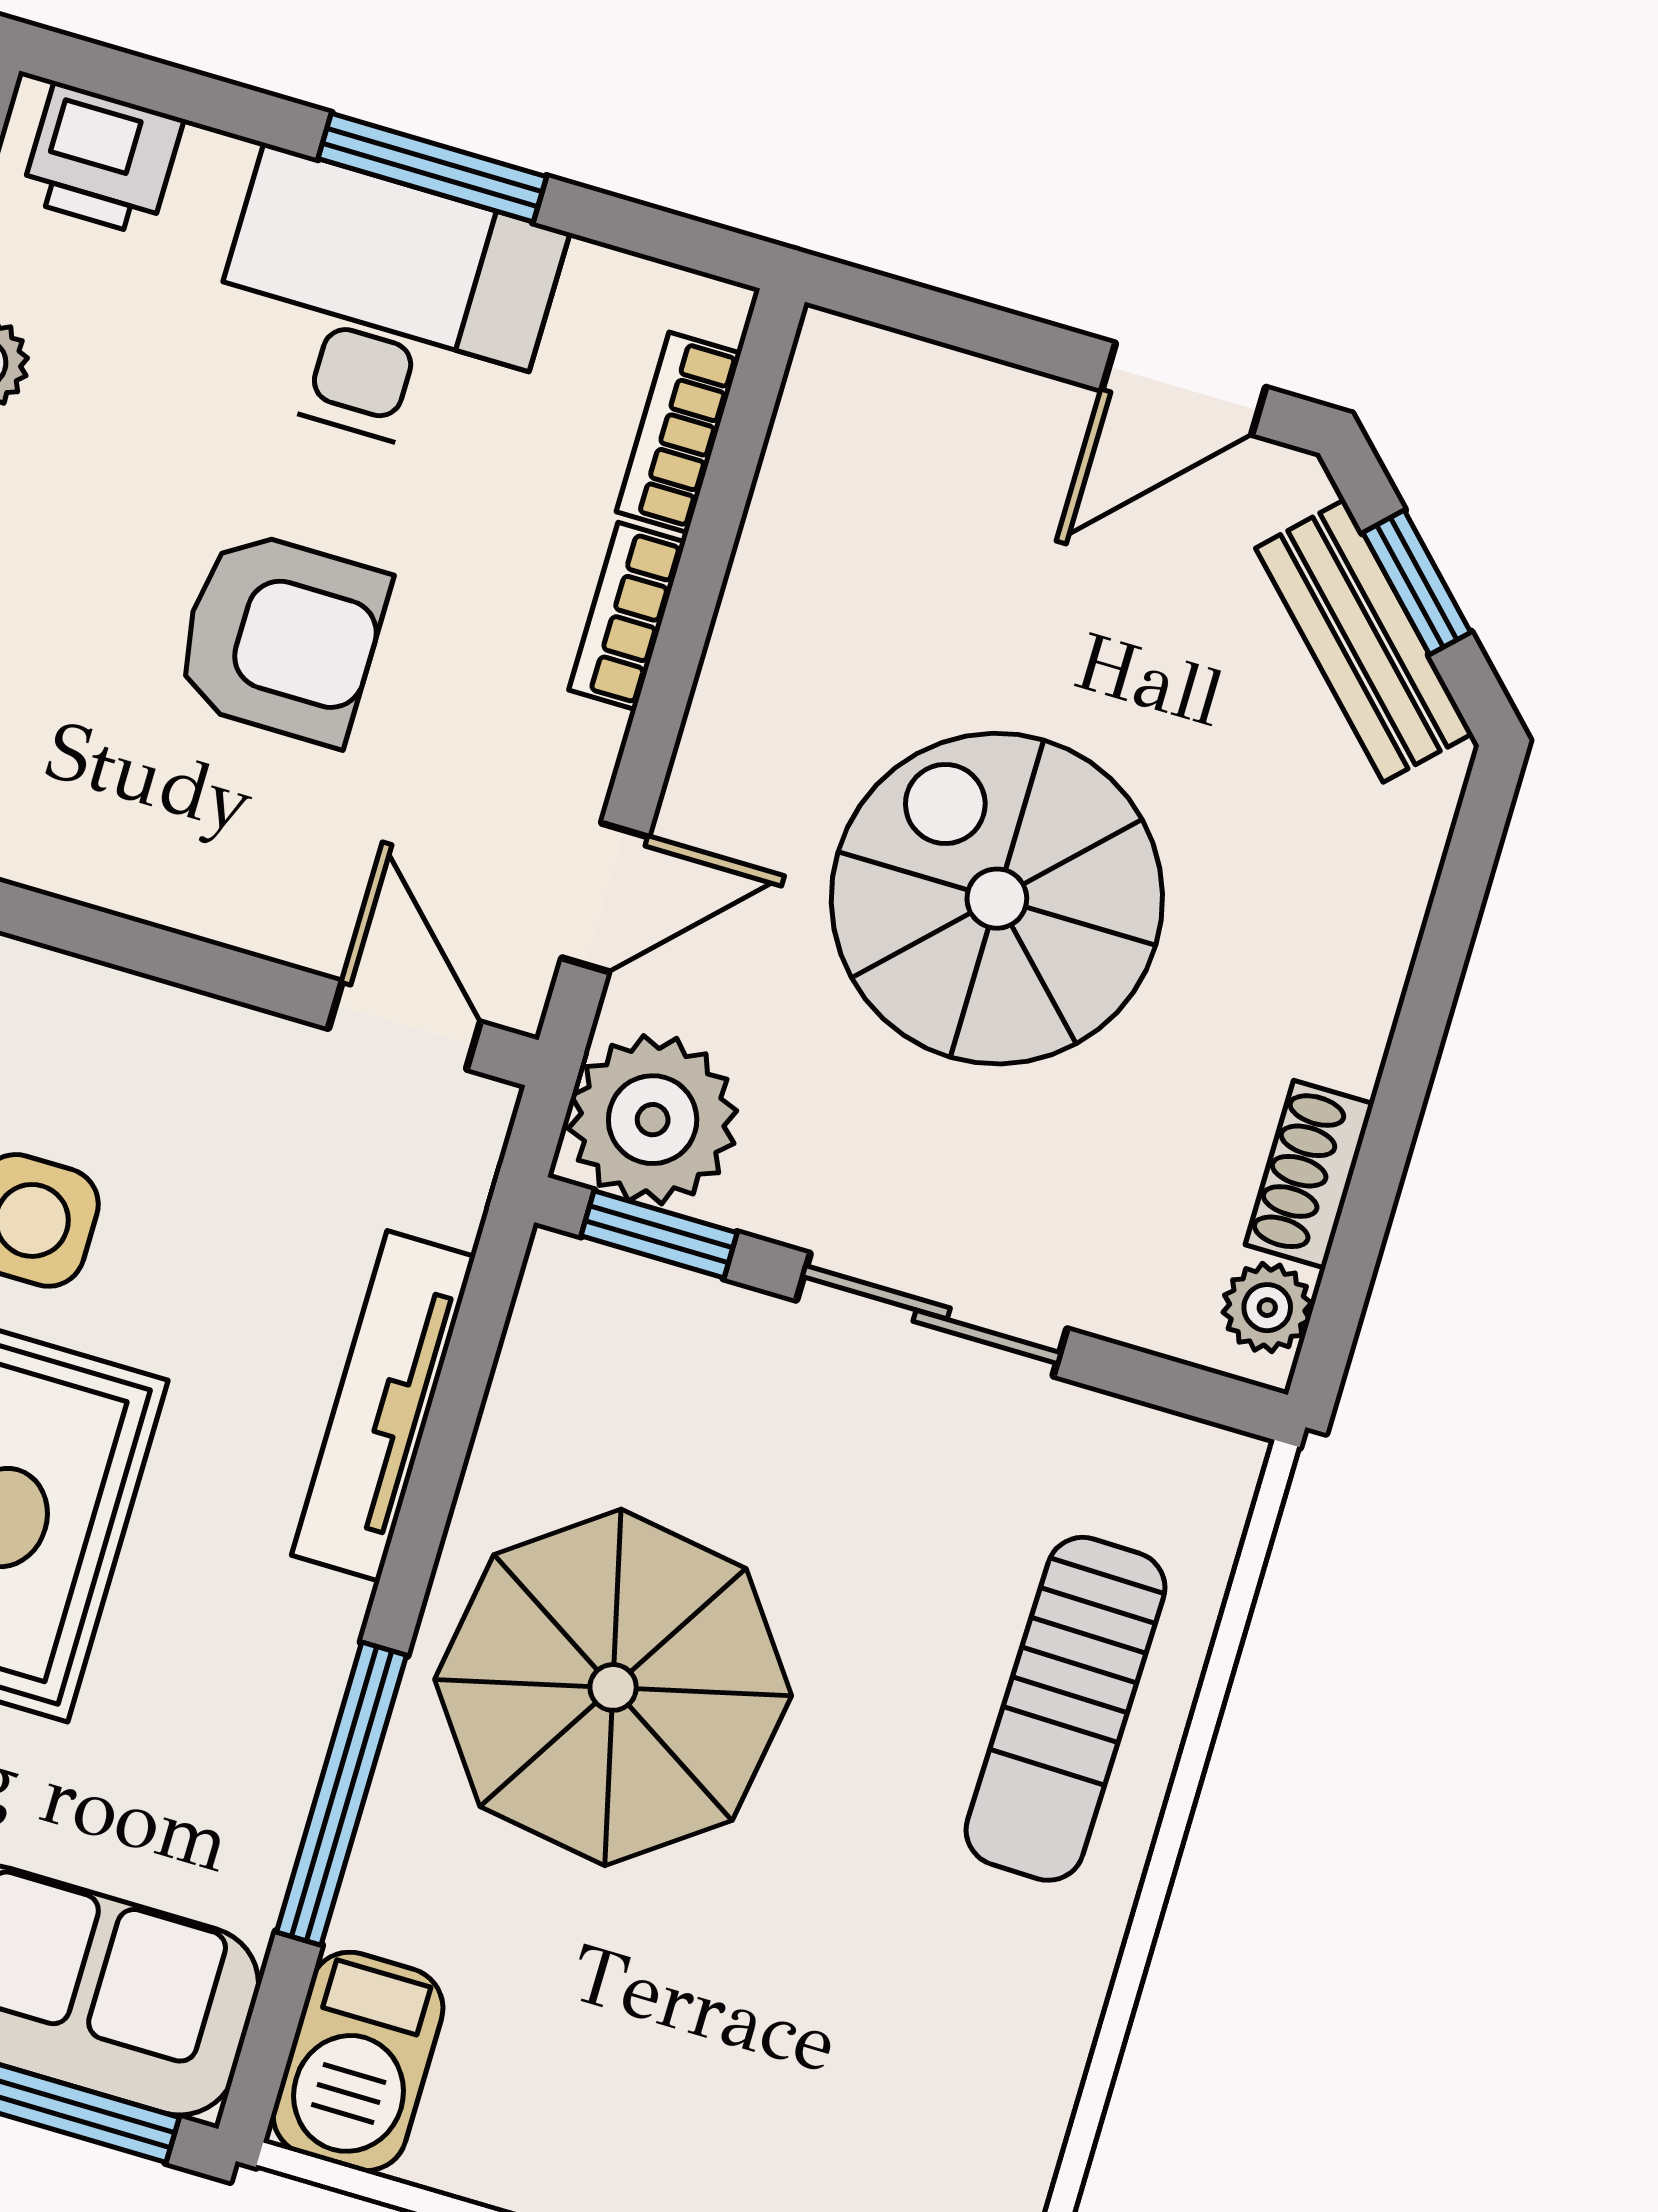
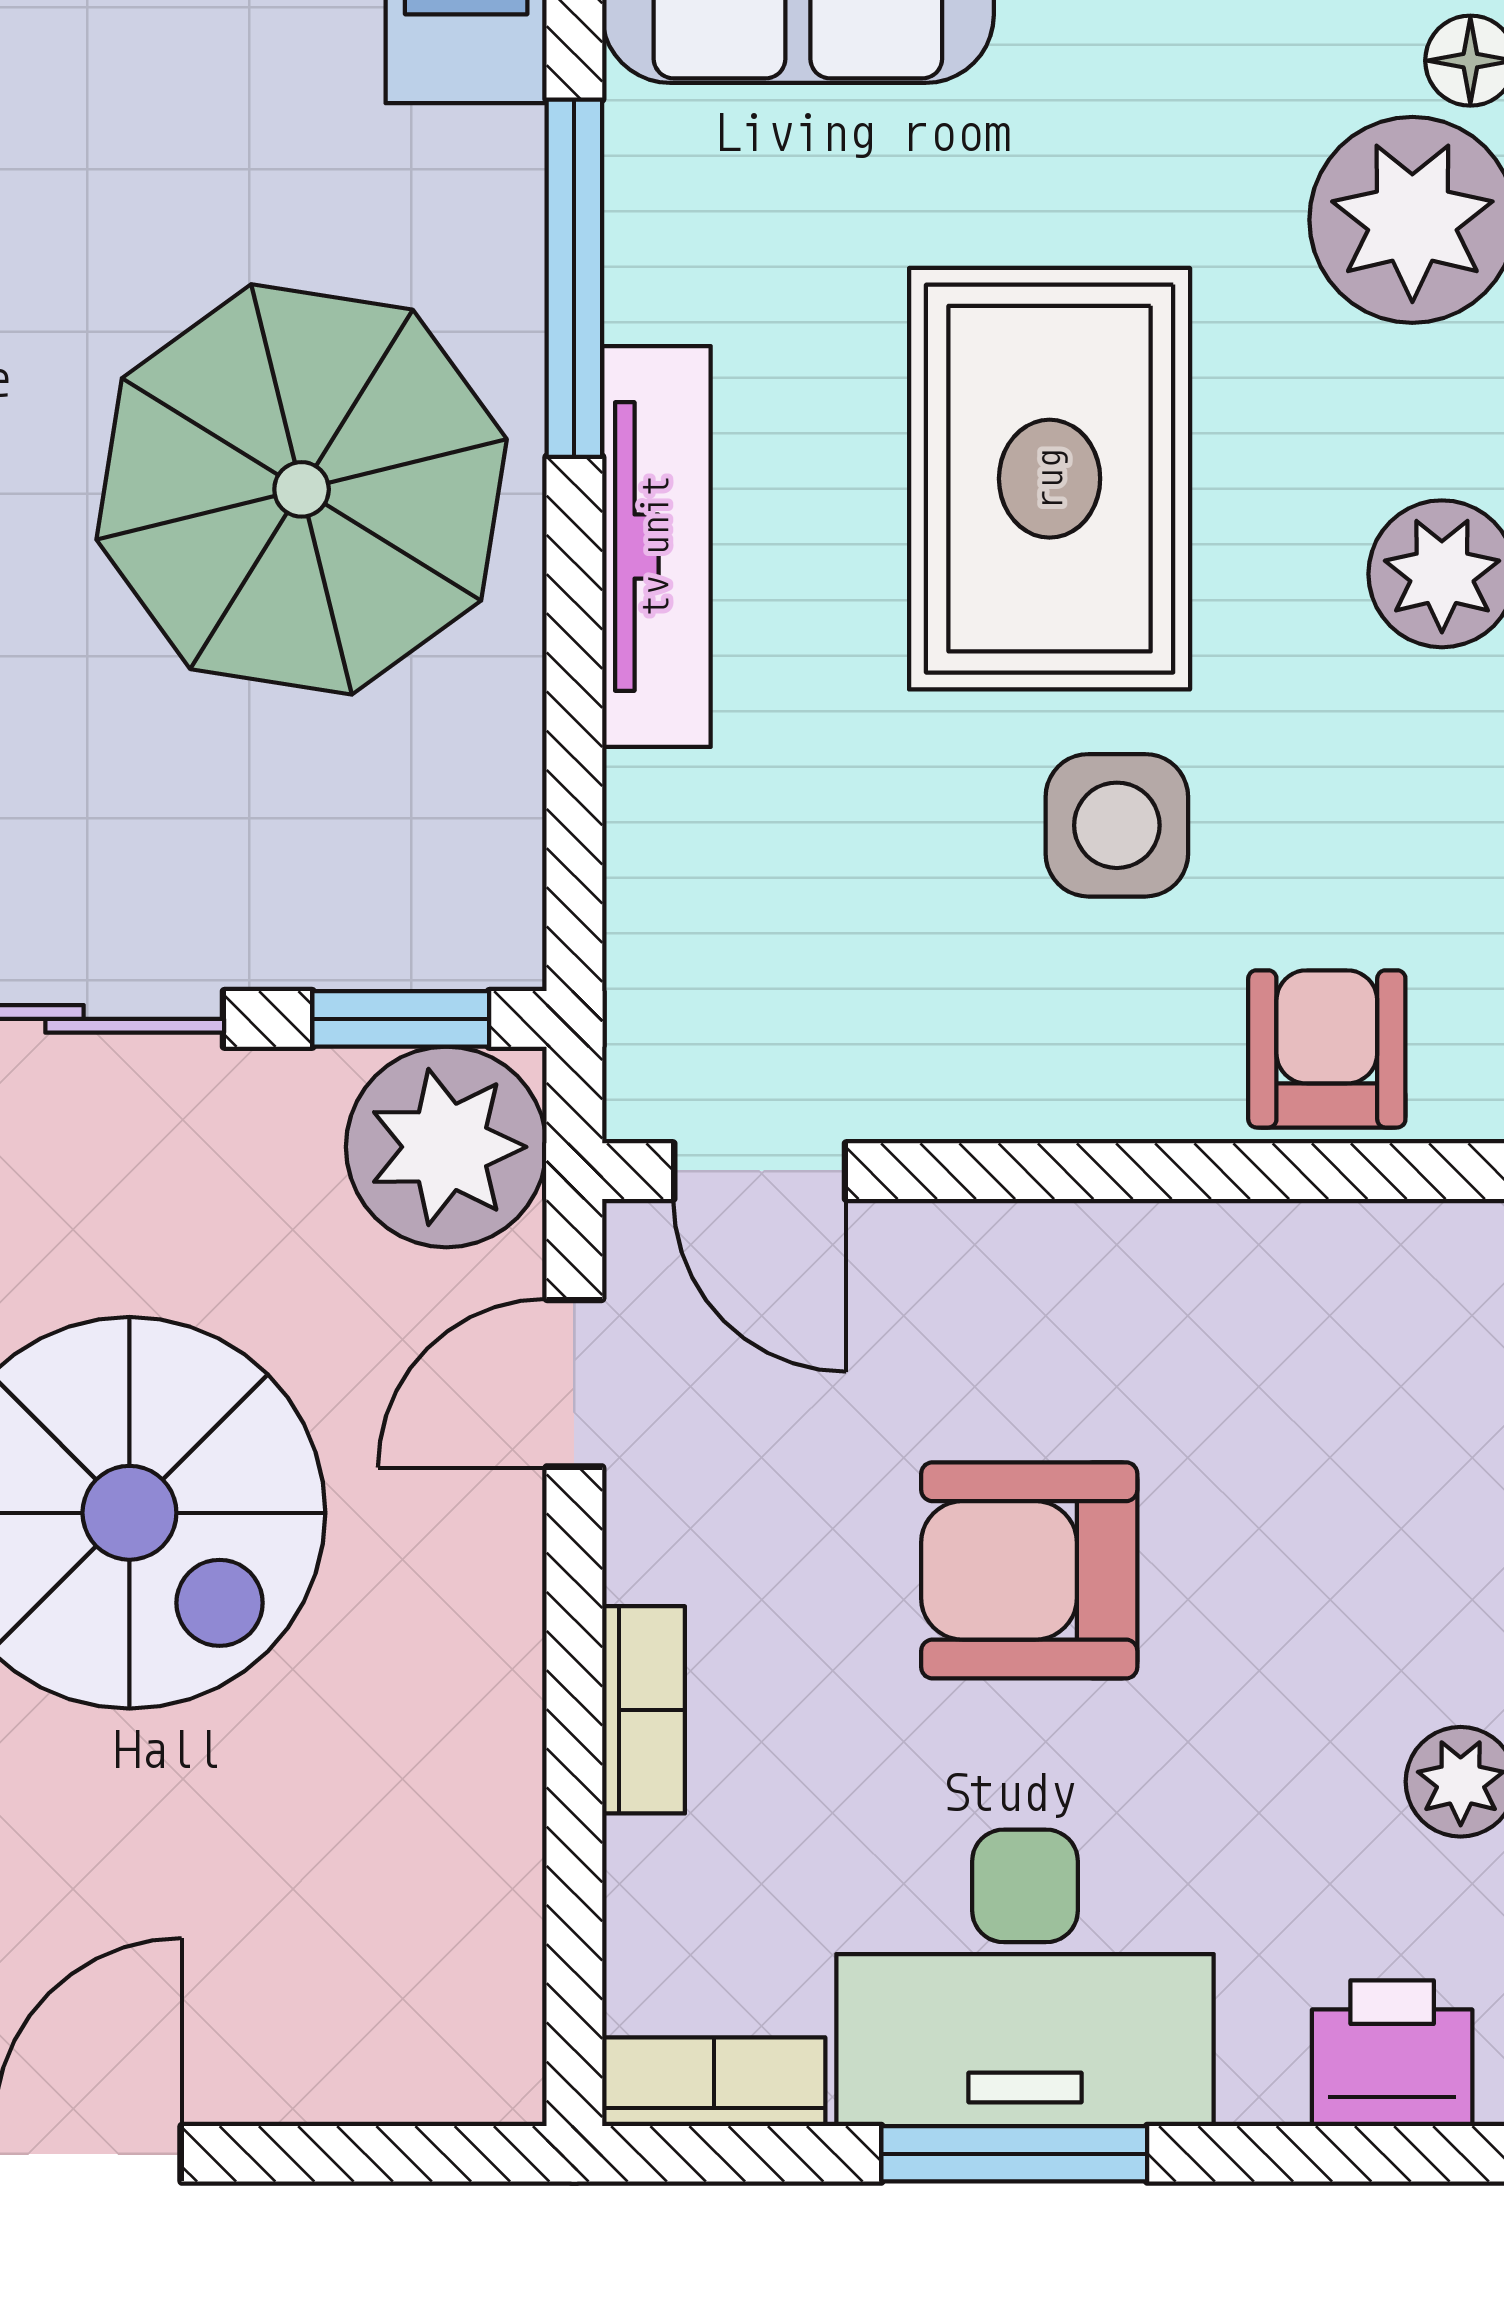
bookcase: (679, 432) -> (714, 2082), moved, turned -90
tv unit: (383, 1406) -> (656, 546), moved

